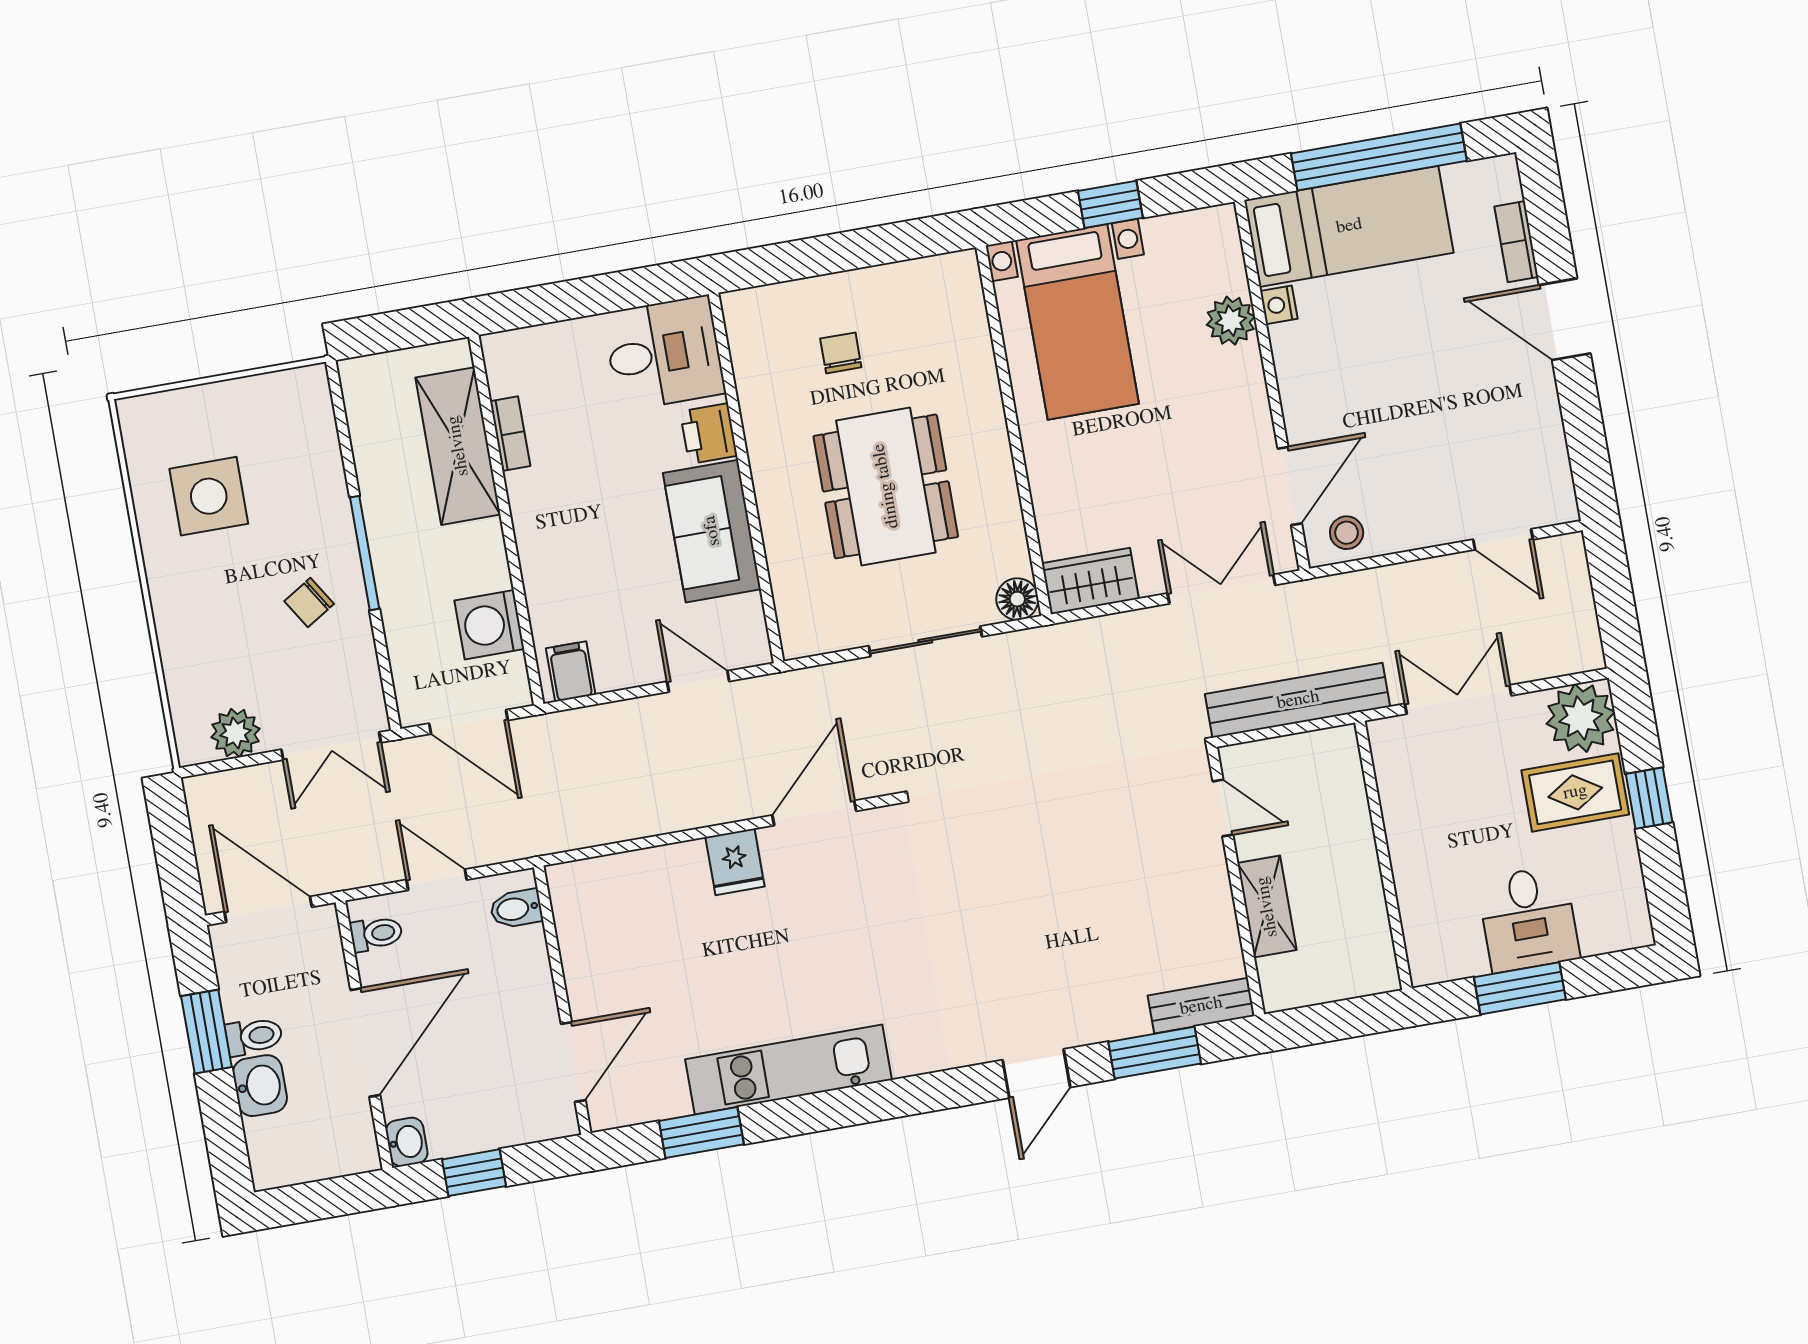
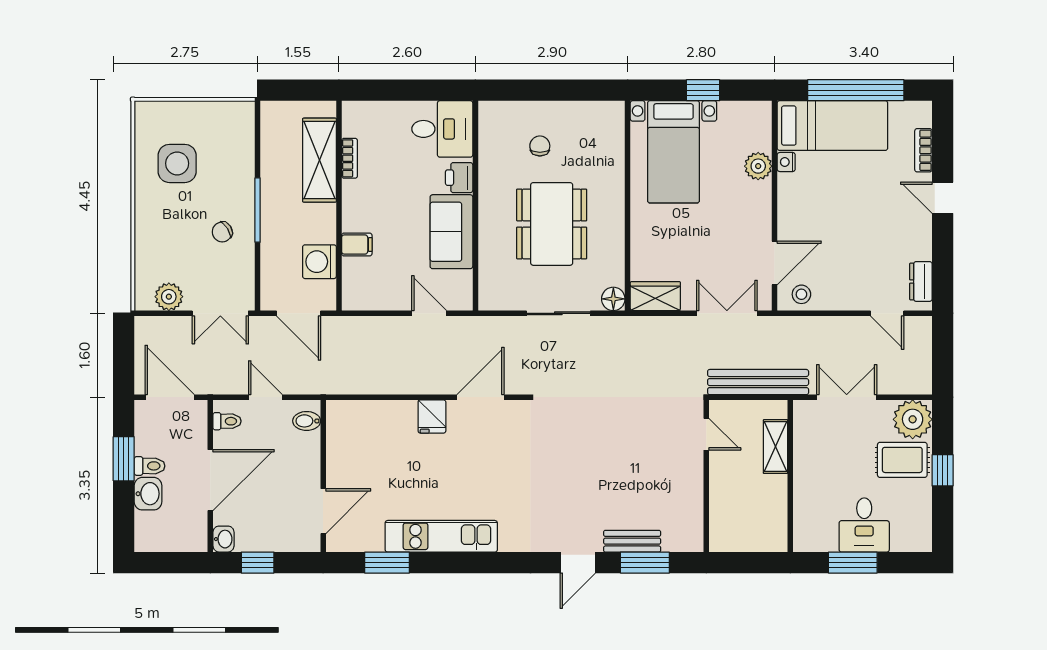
door: (1565, 319) -> (943, 198), width x0.73
dresser: (1553, 473) -> (921, 281), added
filing cabinet: (571, 671) -> (357, 244), moved, turned 90
shelving: (1267, 907) -> (776, 447), moved
bench: (1201, 1006) -> (632, 541), moved

